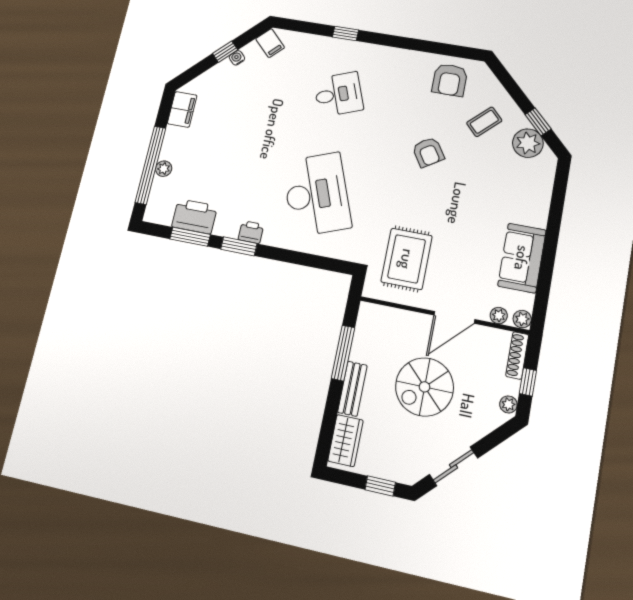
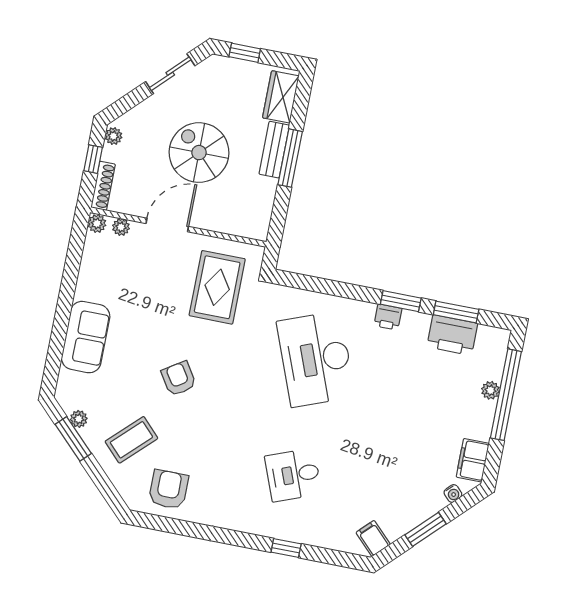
window: (225, 52) -> (426, 529), width x1.50
water cooler: (237, 58) -> (453, 493), moved
coffee table: (484, 122) -> (131, 440), width x1.36, depth x1.30
window: (538, 122) -> (73, 439), width x1.50
plant: (528, 143) -> (79, 419), width x0.53, depth x0.53
armchair: (428, 152) -> (179, 379), moved
sofa: (522, 258) -> (86, 337), moved
window: (343, 353) -> (290, 158), moved
spiral stairs: (424, 387) -> (199, 153), turned -90

